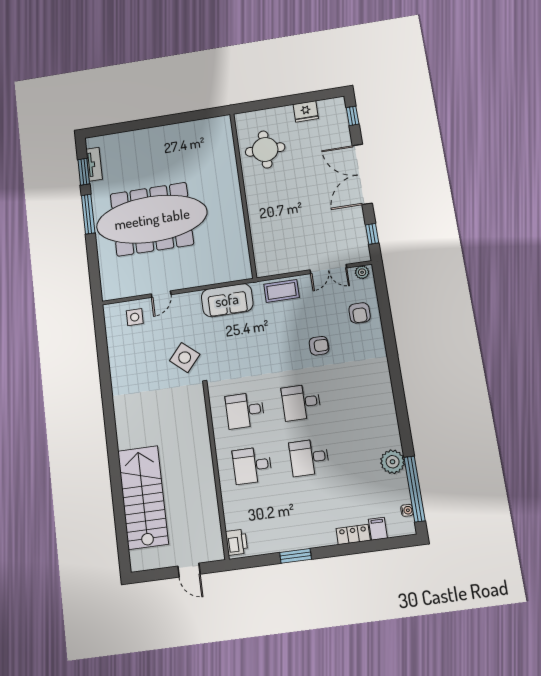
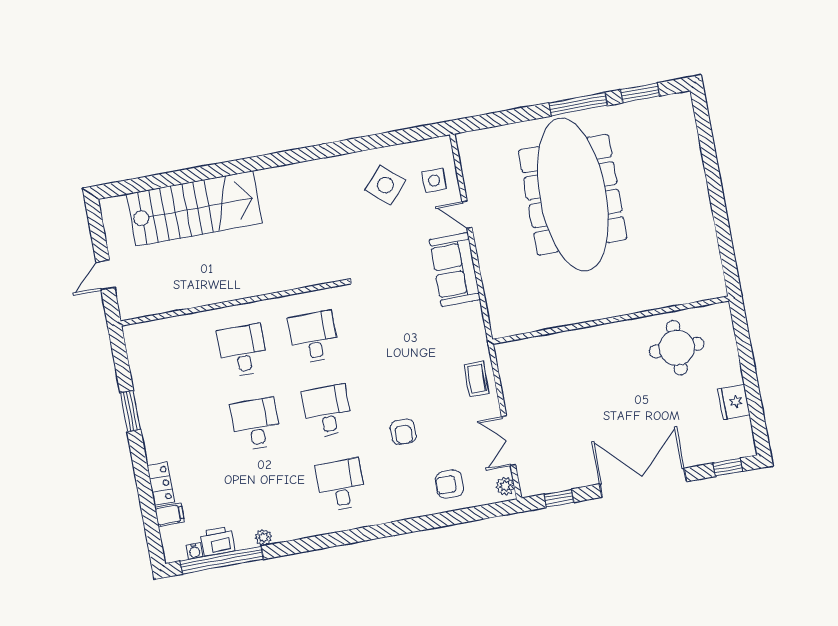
tv unit: (94, 164) -> (651, 107), removed
coffee table: (281, 291) -> (476, 379), width x0.73, depth x0.77
sofa: (227, 300) -> (455, 270), moved
side table: (185, 358) -> (385, 185), moved
desk: (358, 394) -> (341, 485), added
plant: (393, 462) -> (263, 537), width x0.53, depth x0.53
printer: (237, 542) -> (217, 541), moved, turned 180

